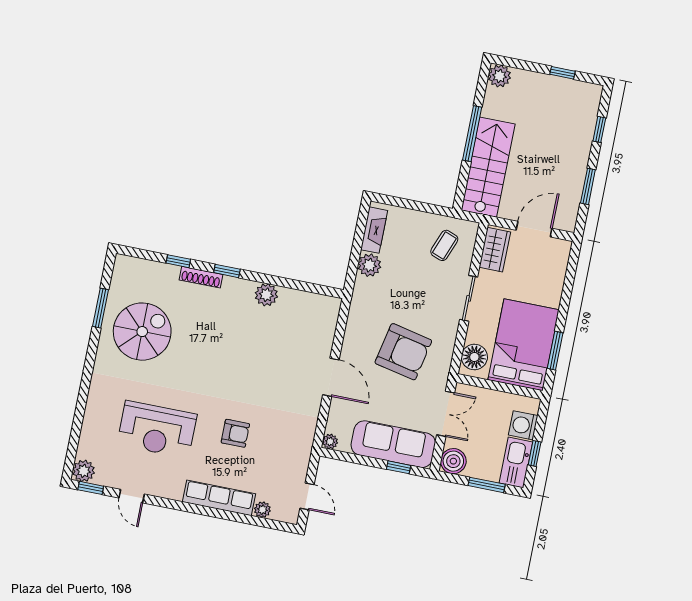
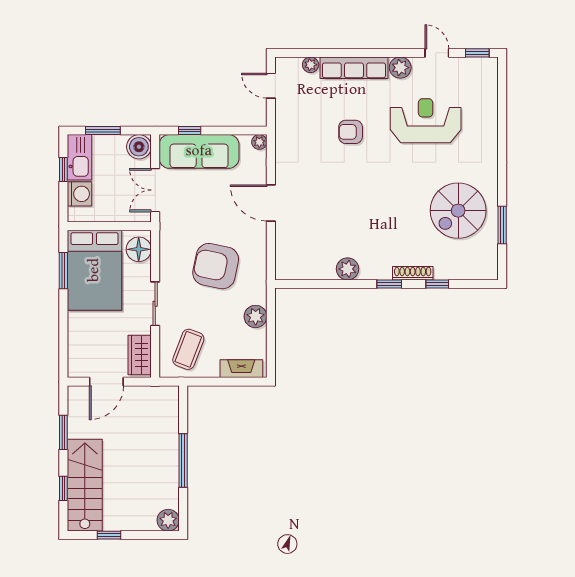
stairs: (488, 167) -> (85, 485), moved, turned 180
fireplace: (374, 230) -> (241, 369), moved, turned 90
coffee table: (444, 245) -> (188, 349), width x1.36, depth x1.30
armchair: (403, 352) -> (216, 266), moved
plant: (84, 471) -> (400, 68), moved

